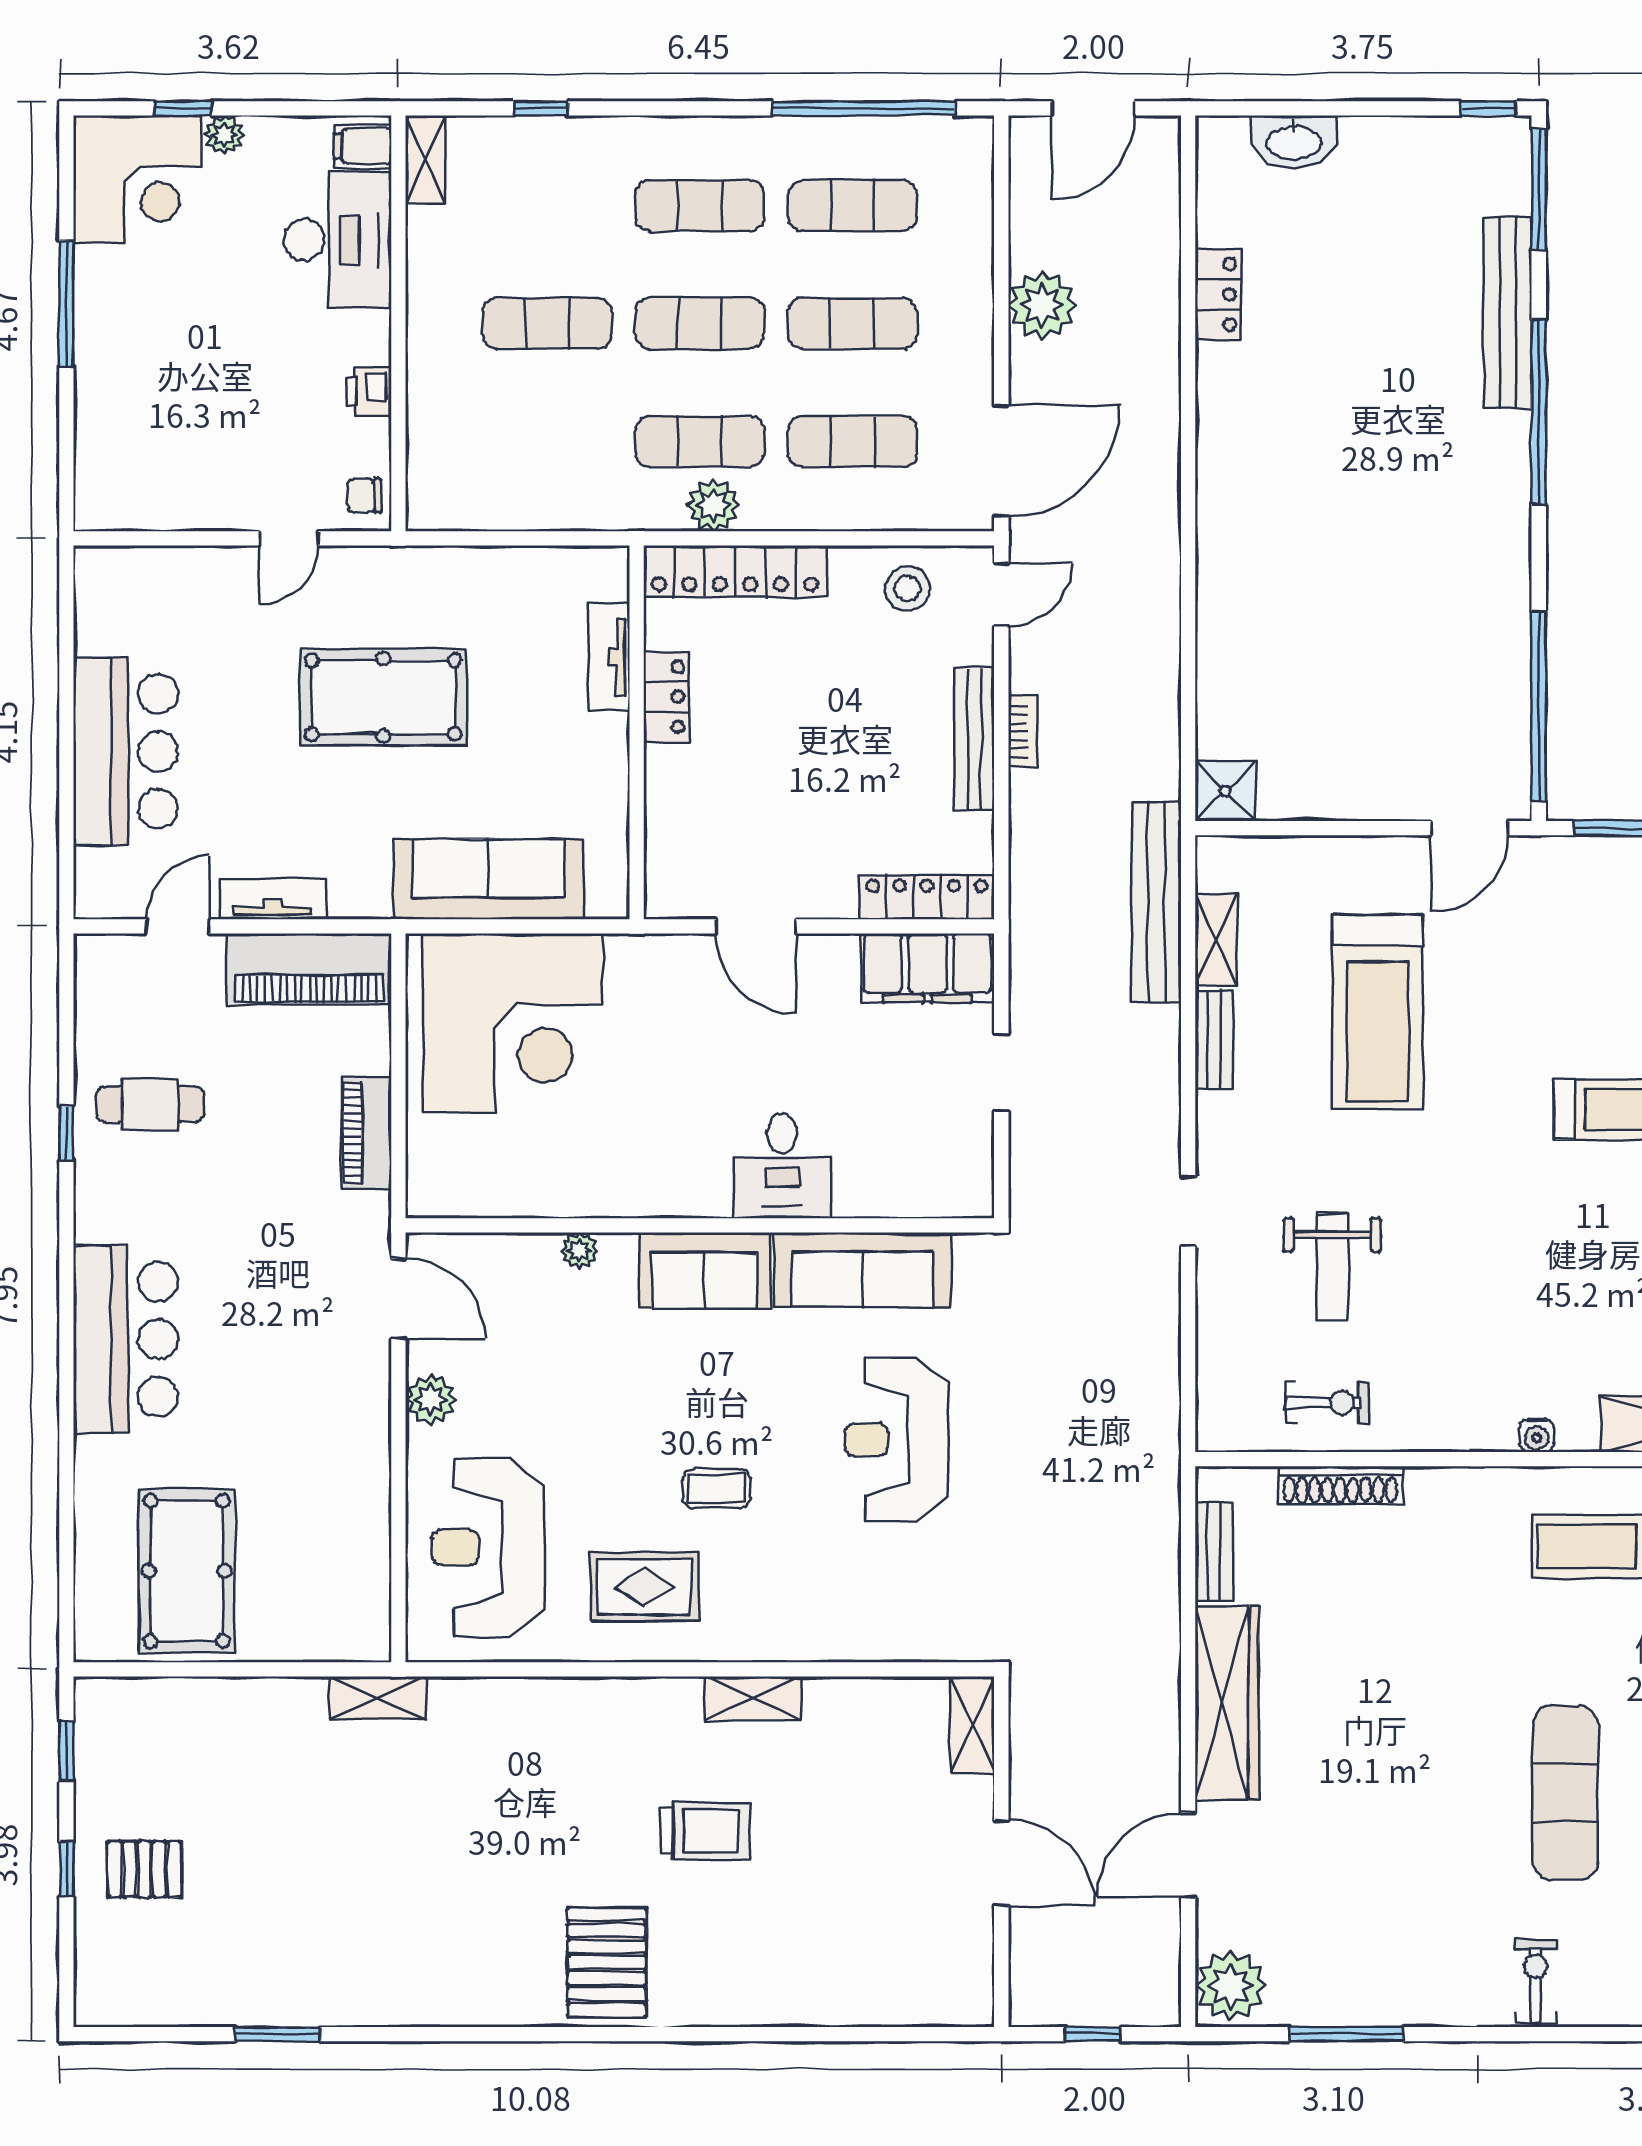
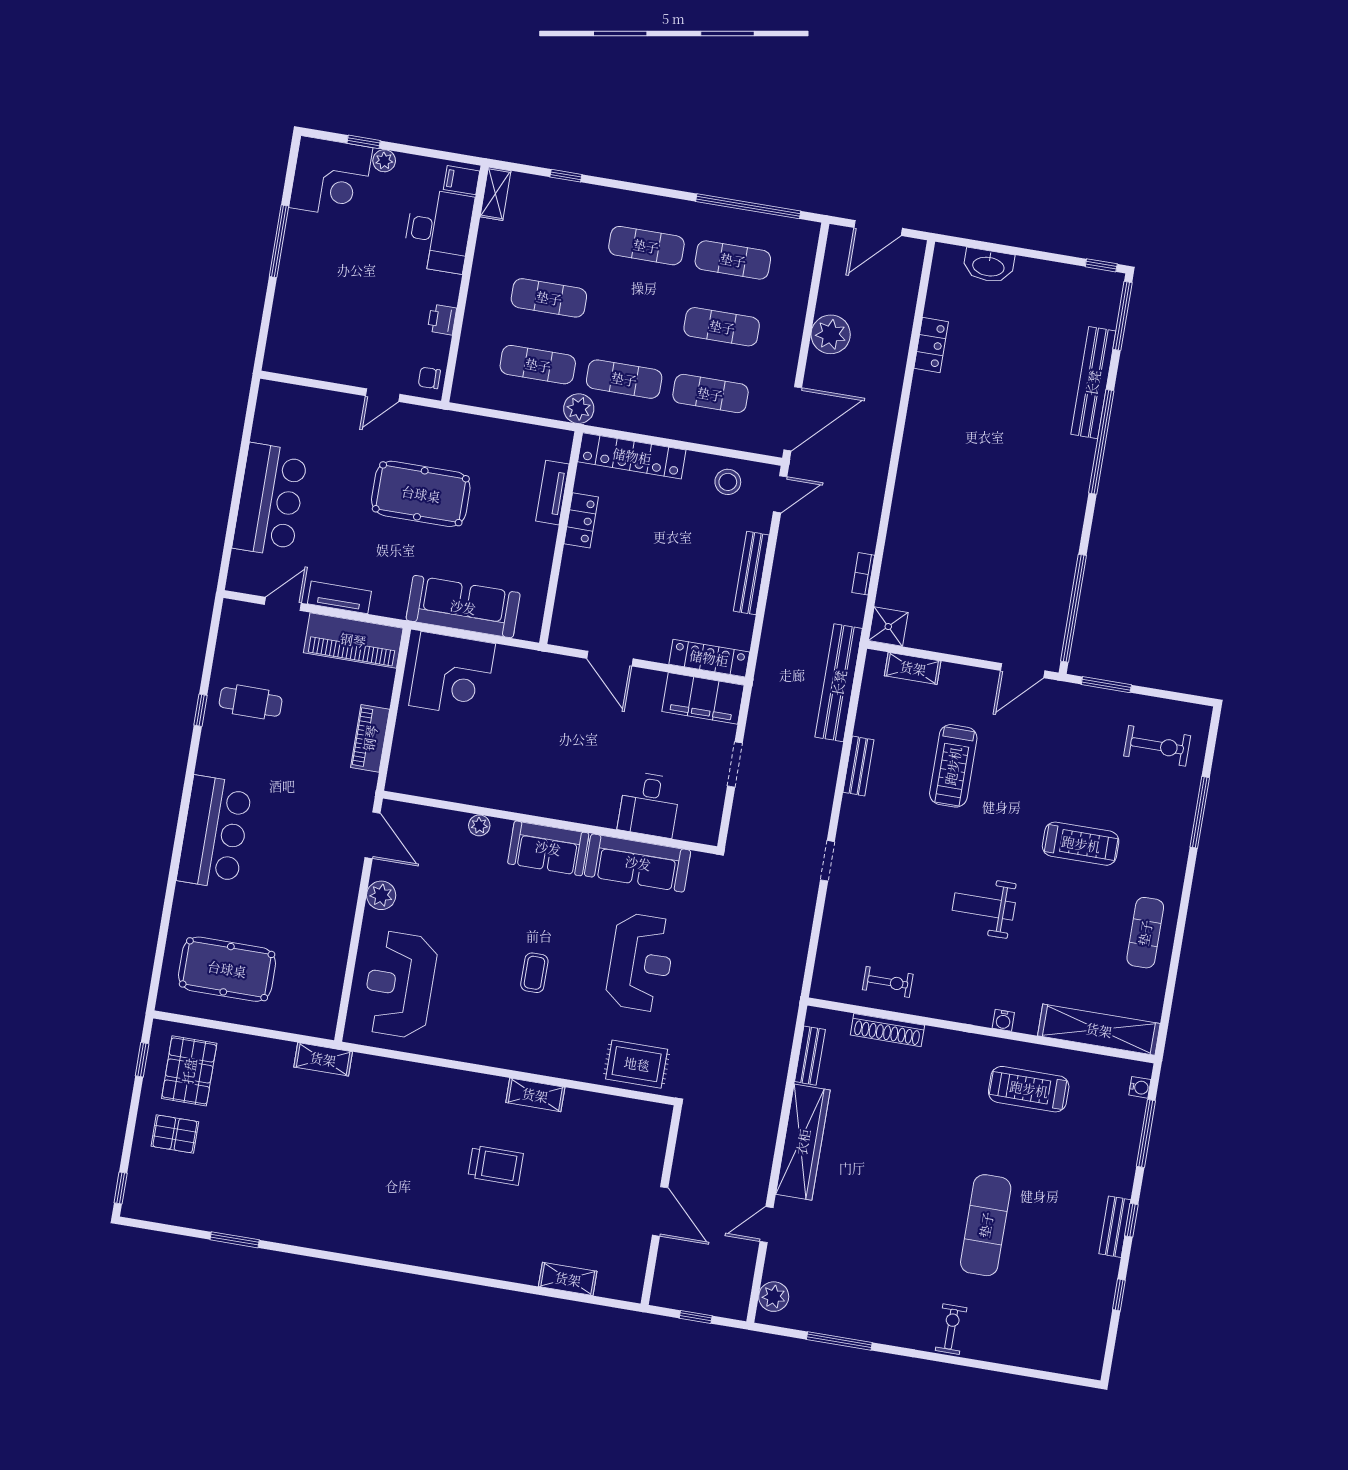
exercise mat: (700, 323) -> (538, 365), moved
plant: (713, 505) -> (579, 409), moved
bookcase: (1022, 731) -> (863, 574), moved, turned 180
shelving: (1216, 940) -> (913, 668), moved, turned 90
treadmill: (1377, 1012) -> (953, 766), width x0.73, depth x0.73
corner desk: (513, 1023) -> (452, 675), width x0.74, depth x0.74
desk: (782, 1166) -> (649, 805), moved
weight bench: (1332, 1267) -> (984, 906), moved, turned 90
reception desk: (896, 1440) -> (641, 962), turned 180
coffee table: (716, 1488) -> (534, 973), turned 90
pool table: (187, 1571) -> (227, 969), turned 90
rug: (645, 1587) -> (637, 1064), moved
shelving: (973, 1725) -> (568, 1279), moved, turned 90
door: (1188, 1855) -> (767, 1225), width x0.73
window: (66, 1869) -> (121, 1188), moved
pallet: (607, 1962) -> (189, 1071), moved
plant: (1231, 1986) -> (774, 1297), width x0.73, depth x0.73

